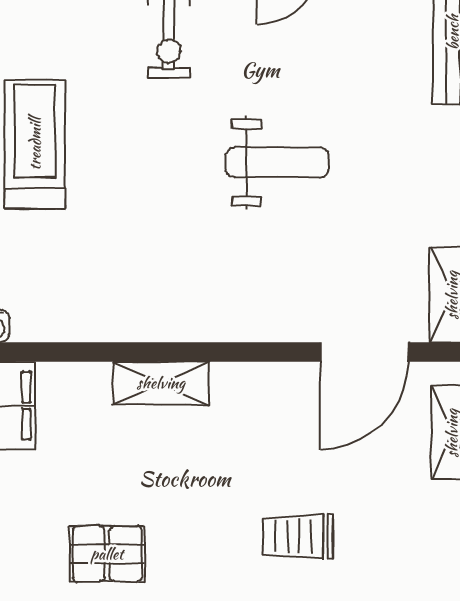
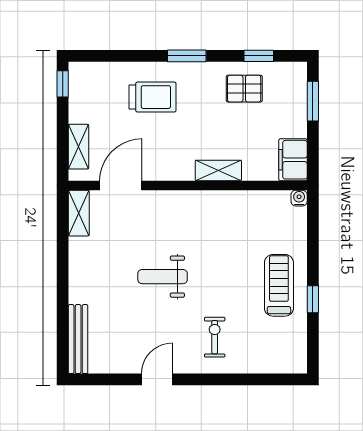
treadmill: (35, 144) -> (279, 285), turned 180
trolley: (298, 536) -> (153, 97), width x1.36, depth x1.39

